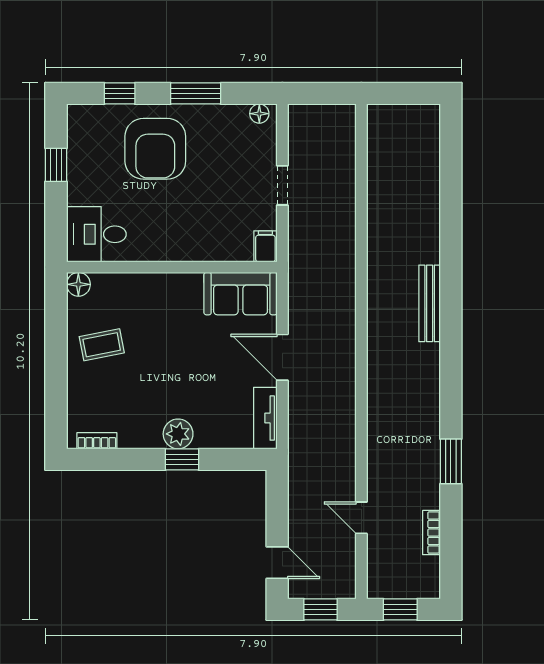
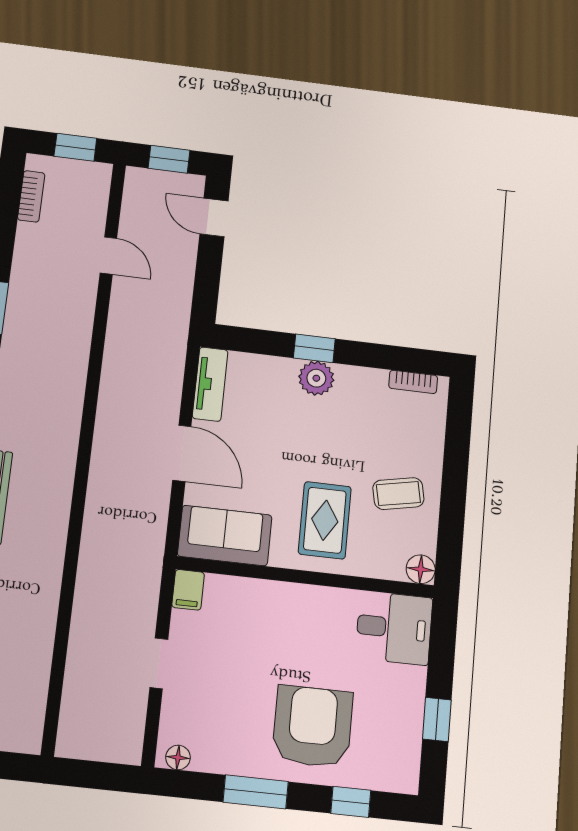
rug: (160, 316) -> (325, 520), added
bookcase: (431, 533) -> (31, 196), moved

